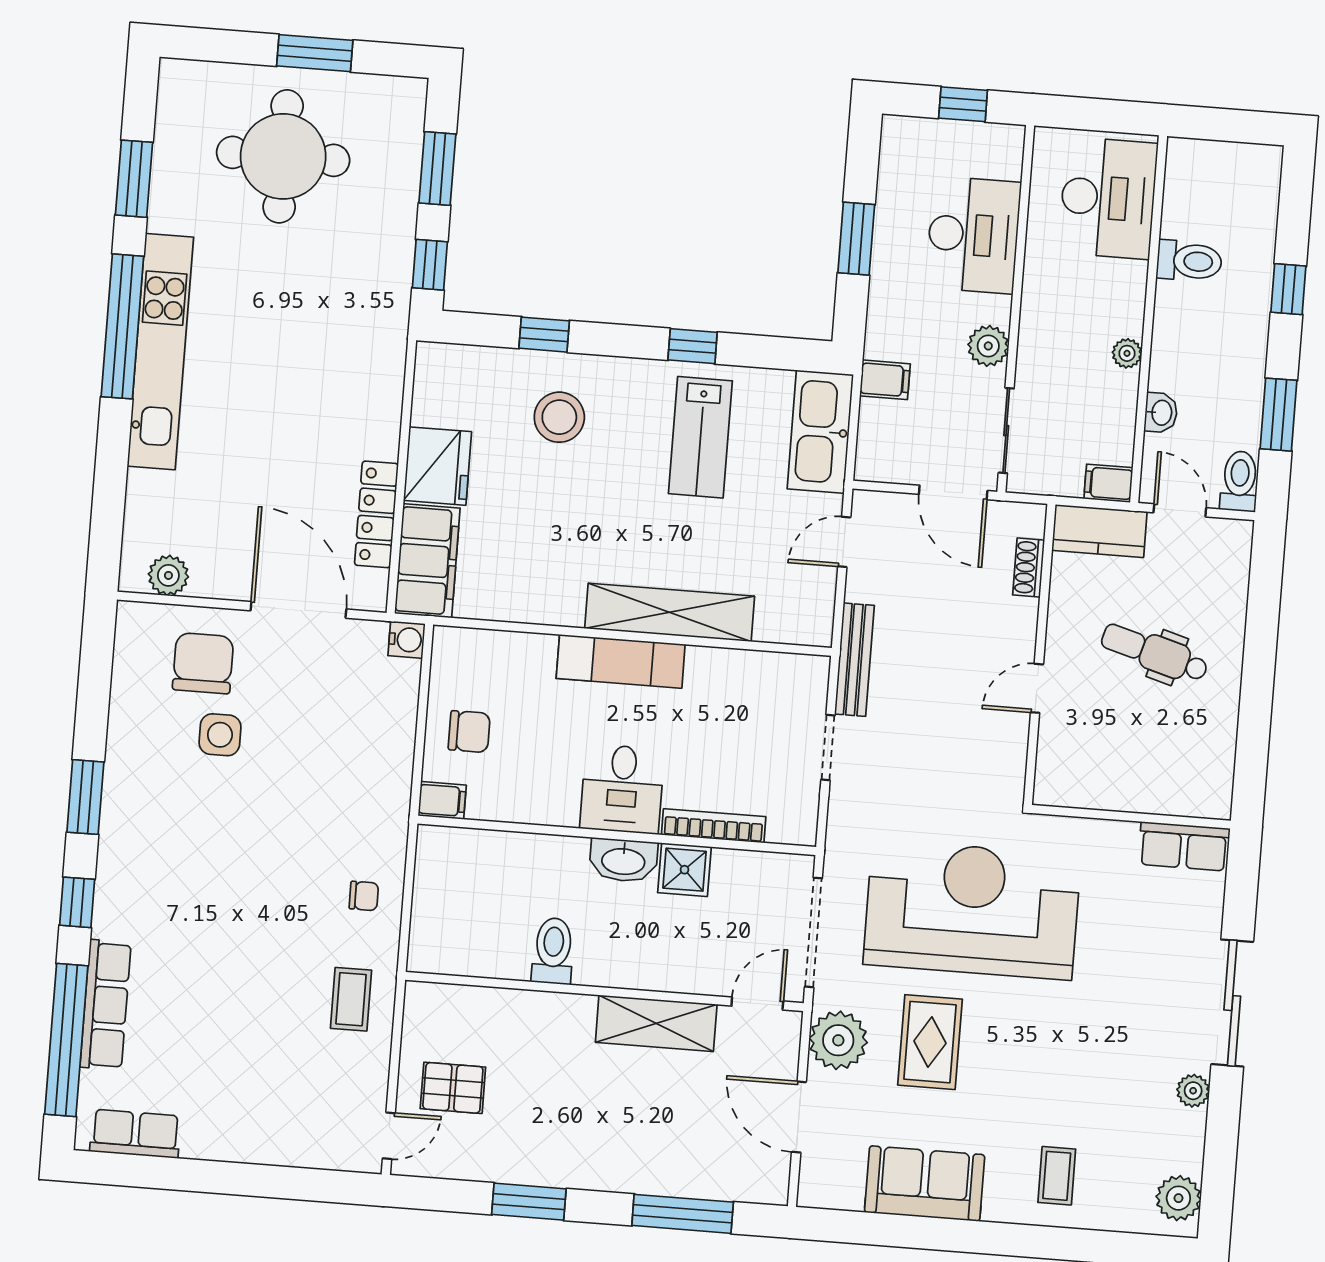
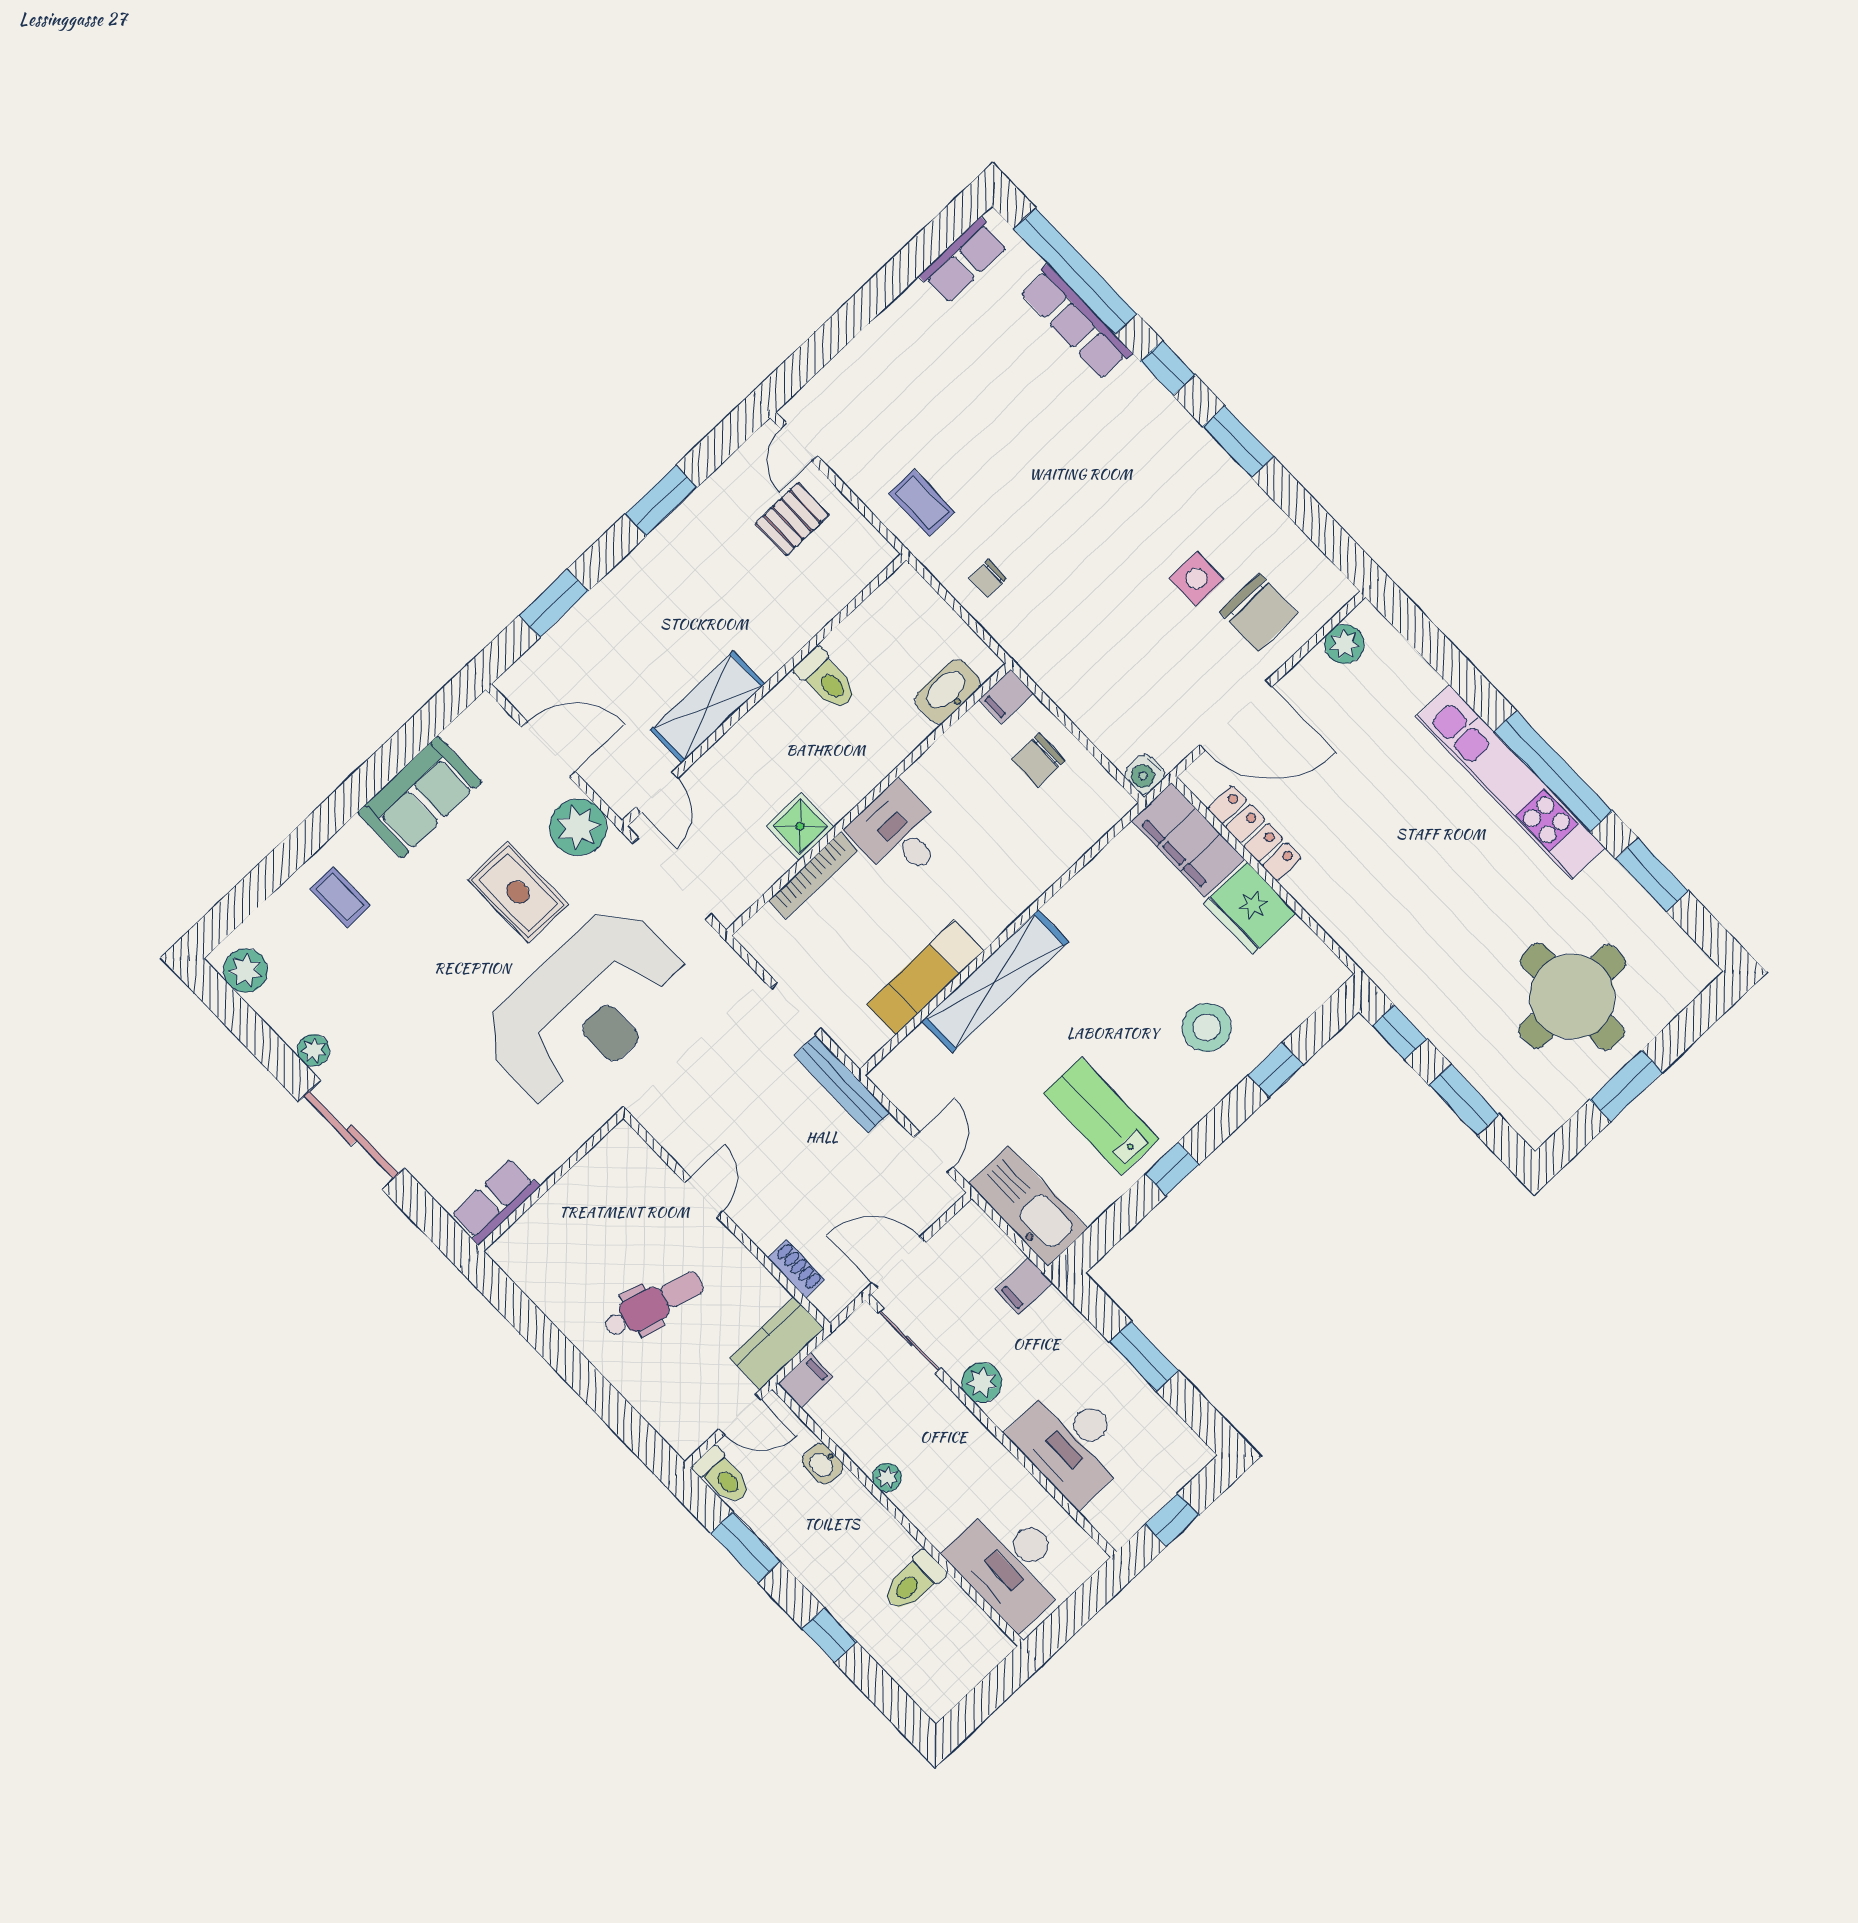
exam couch: (621, 661) -> (925, 978), moved
washbasin: (623, 860) -> (948, 691), moved
window: (683, 1214) -> (554, 603), width x0.69

